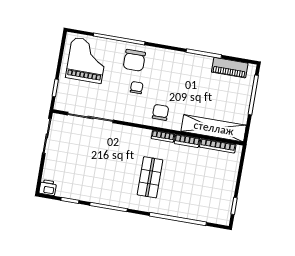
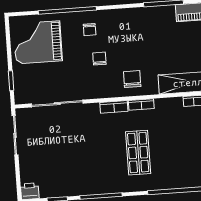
grand piano: (87, 60) -> (38, 42), turned -90
chair: (134, 60) -> (90, 30), width x0.54, depth x0.54
bookcase: (187, 141) -> (114, 107), moved

